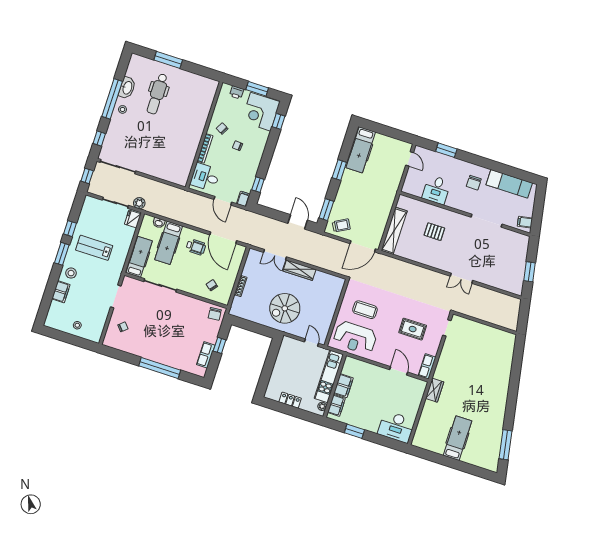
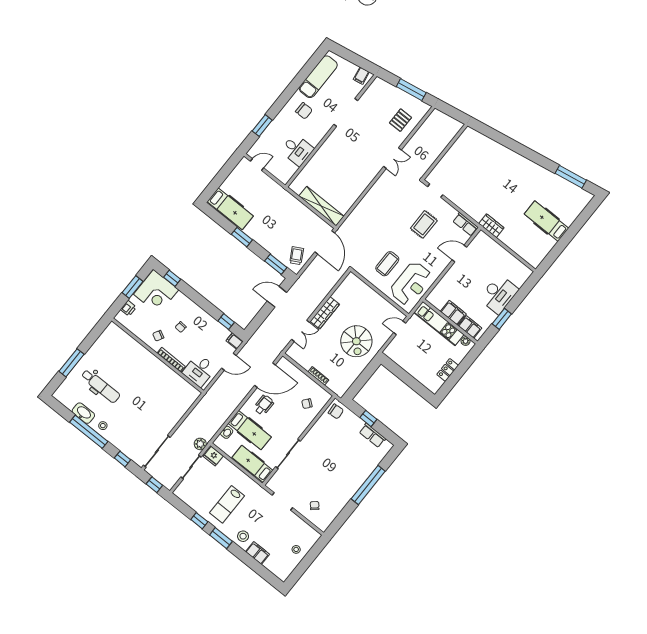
pallet: (434, 232) -> (400, 120), moved
window: (529, 272) -> (411, 90), width x1.44
desk: (396, 427) -> (499, 294), moved

